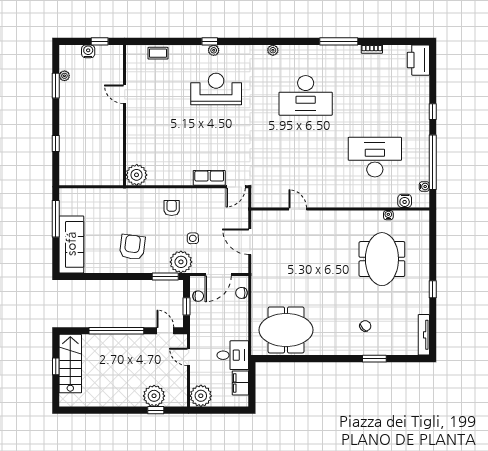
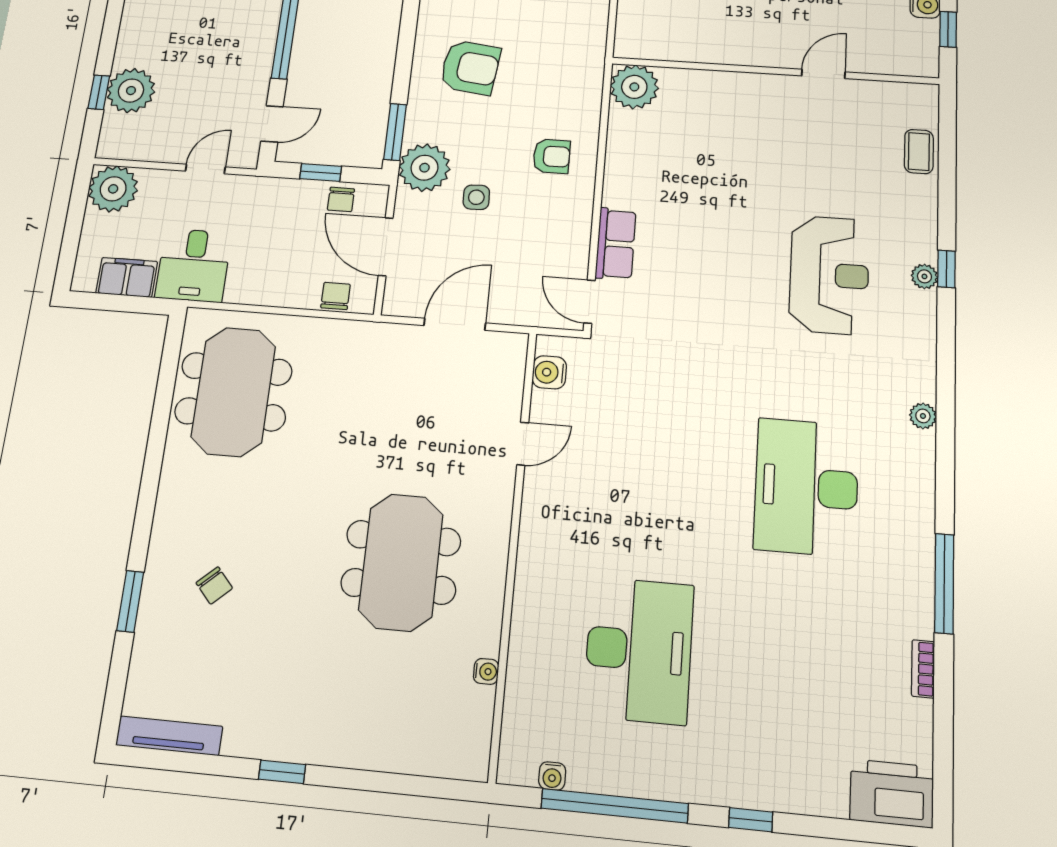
water cooler: (405, 201) -> (549, 372), moved
meeting table: (382, 259) -> (401, 562), moved, turned 90

